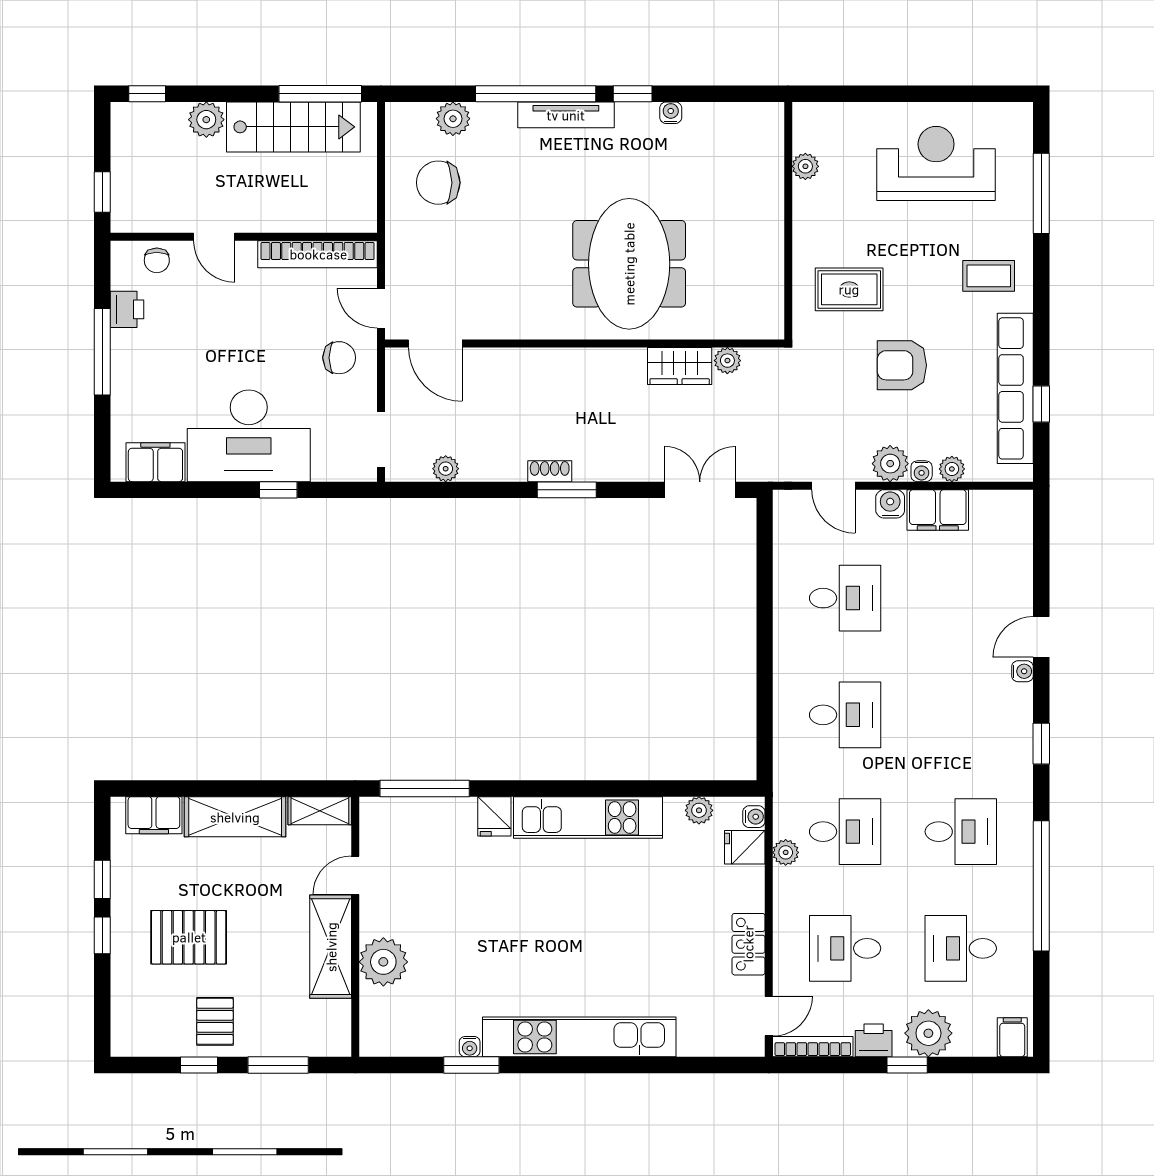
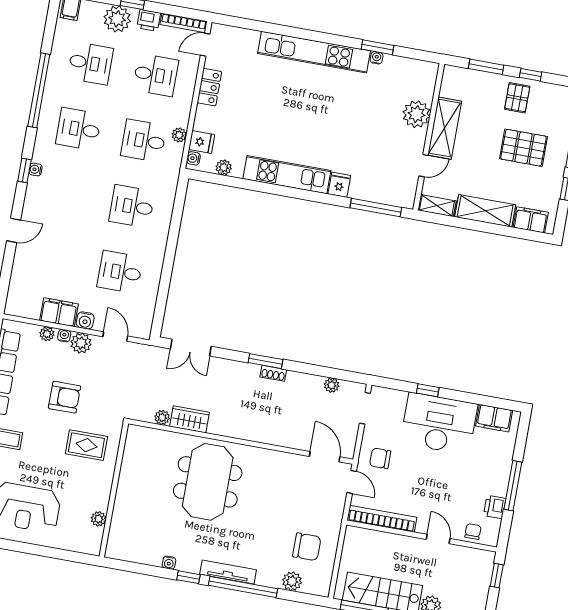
water cooler: (1022, 671) -> (35, 169), moved

